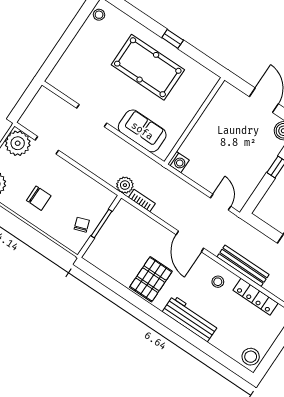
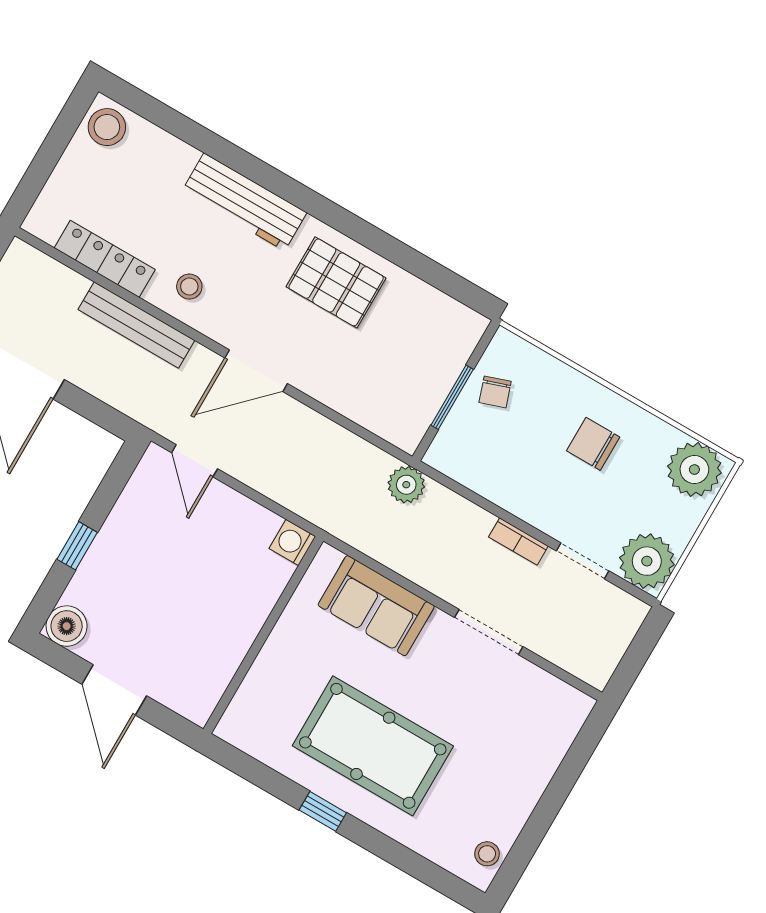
bookcase: (142, 200) -> (518, 541), moved
door: (190, 241) -> (256, 371), swing flipped
pallet: (151, 279) -> (336, 282), turned 90

